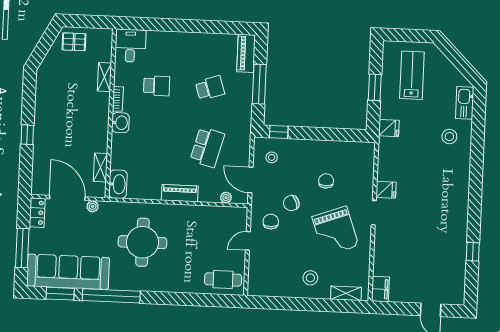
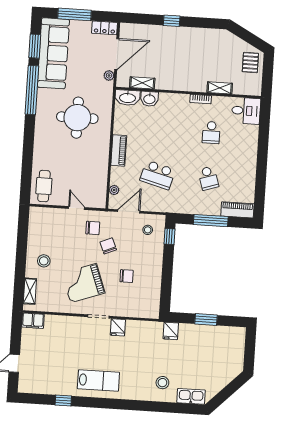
lab bench: (412, 75) -> (98, 381), moved
washbasin: (120, 123) -> (149, 99), moved

